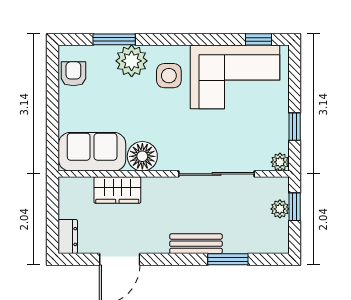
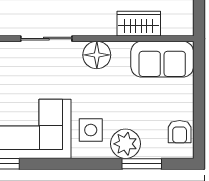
floor lamp: (142, 156) -> (97, 55), moved
sliding door: (217, 174) -> (46, 39), width x0.73

